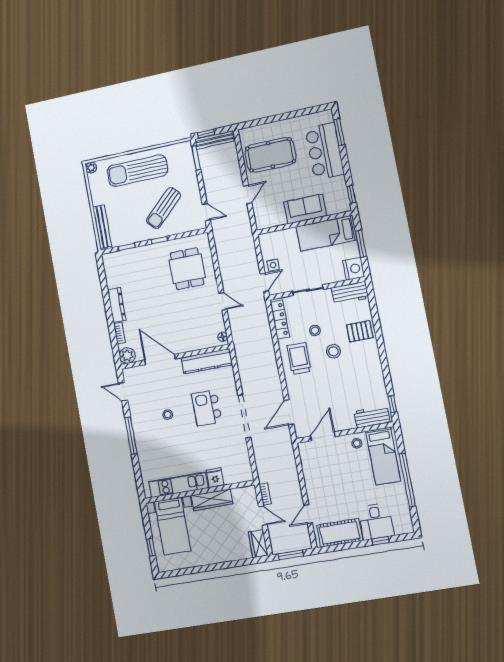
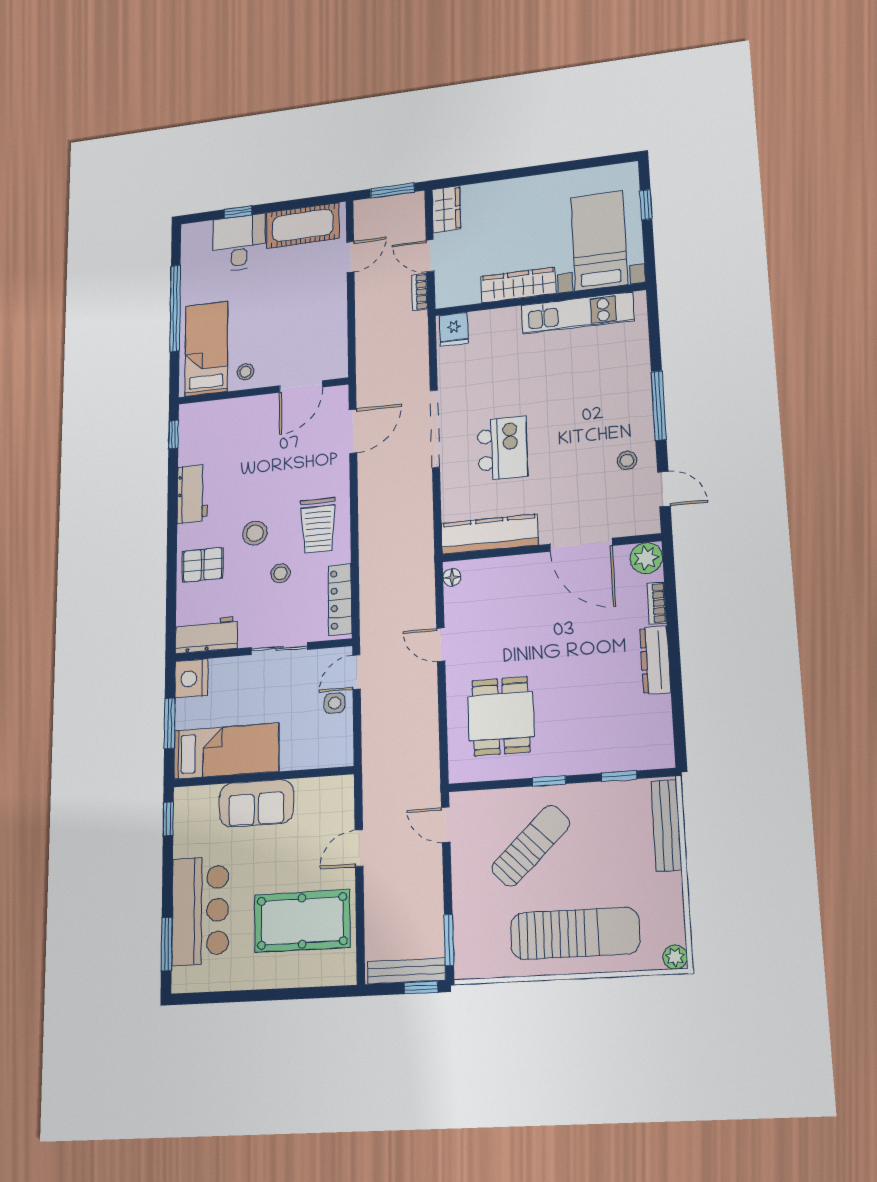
stool: (168, 415) -> (627, 460), moved
workbench: (372, 417) -> (192, 494), moved, turned -90
fridge: (215, 478) -> (454, 329), moved

